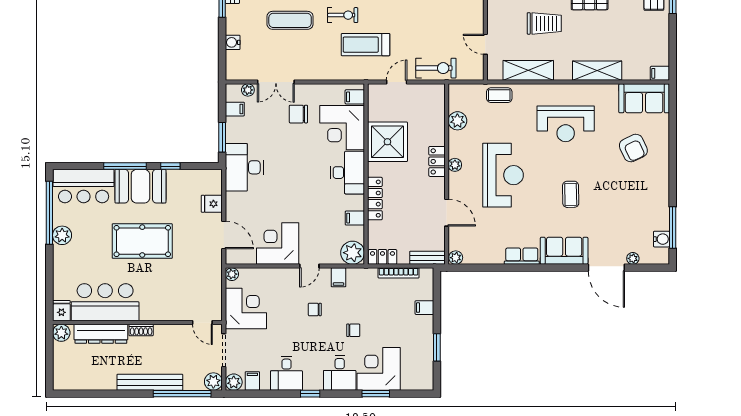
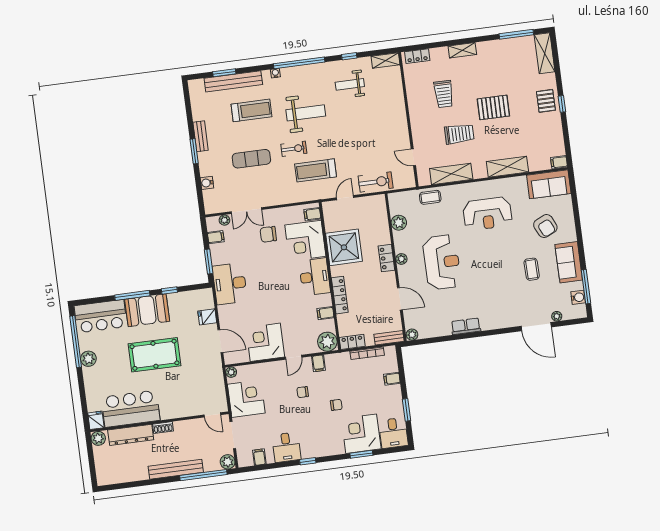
coffee table: (571, 194) -> (532, 269), moved
sofa: (564, 251) -> (569, 262), moved, turned -90
desk: (340, 373) -> (393, 433), moved
plant: (234, 382) -> (244, 460), removed

